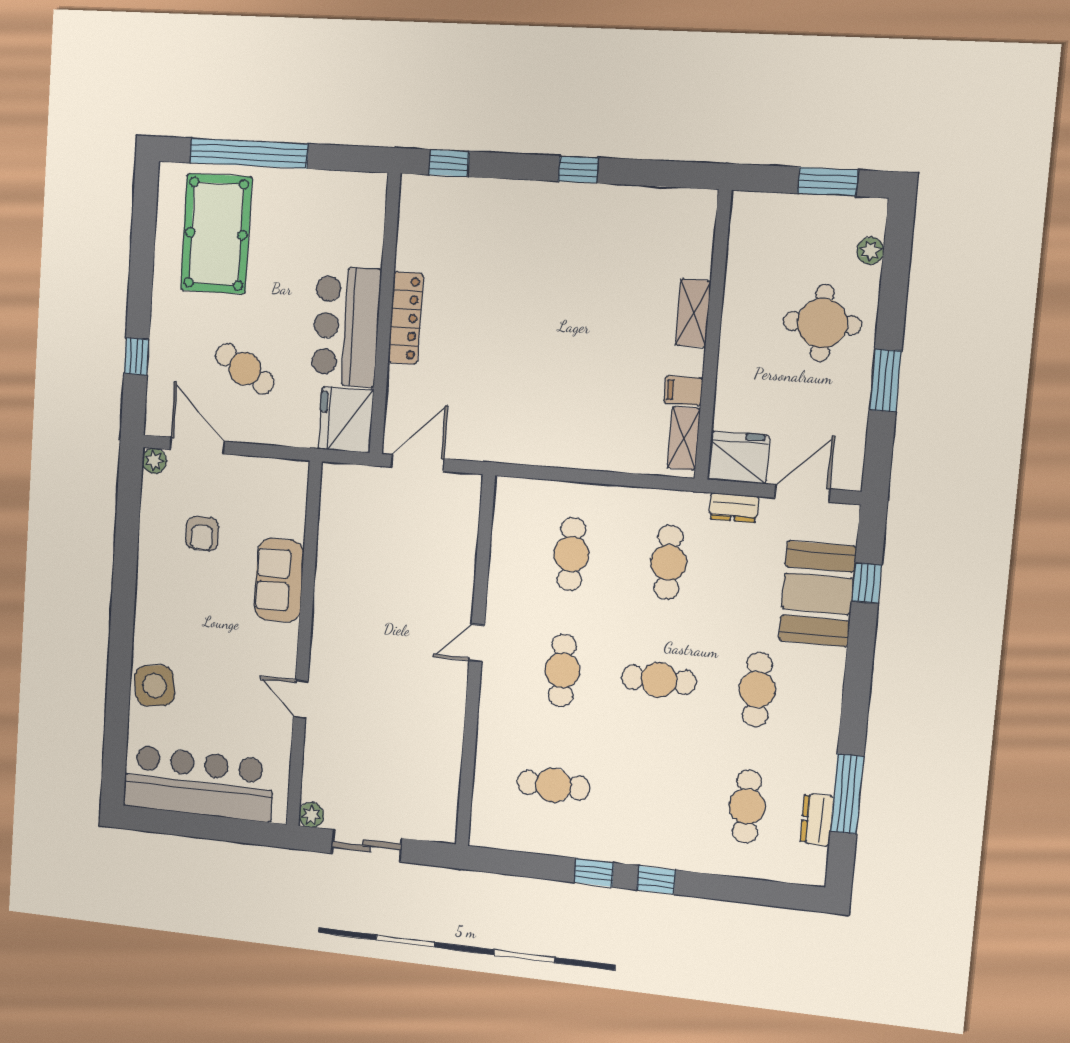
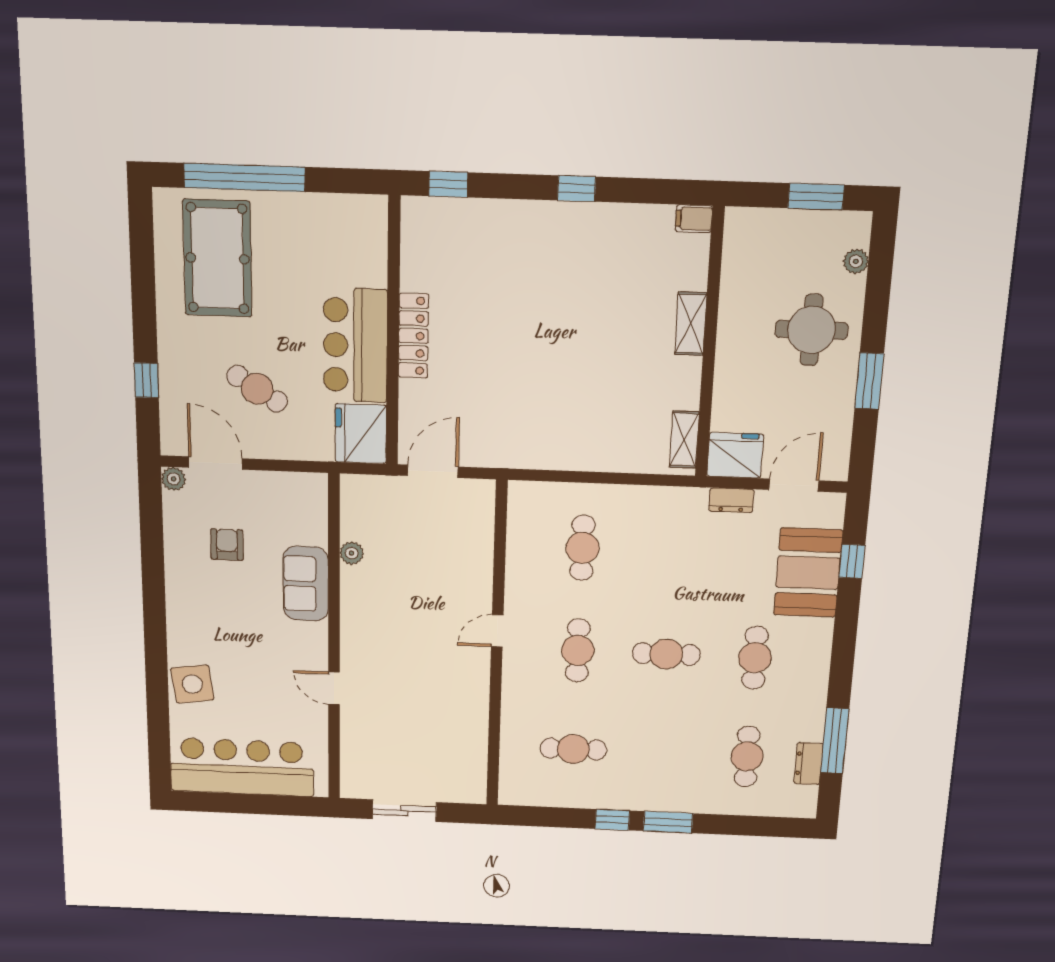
filing cabinet: (683, 391) -> (694, 219), moved
armchair: (202, 534) -> (227, 545), turned 180
cafe table: (669, 562) -> (673, 551), removed
plant: (311, 815) -> (352, 553), moved
window: (656, 880) -> (668, 822), width x1.50

